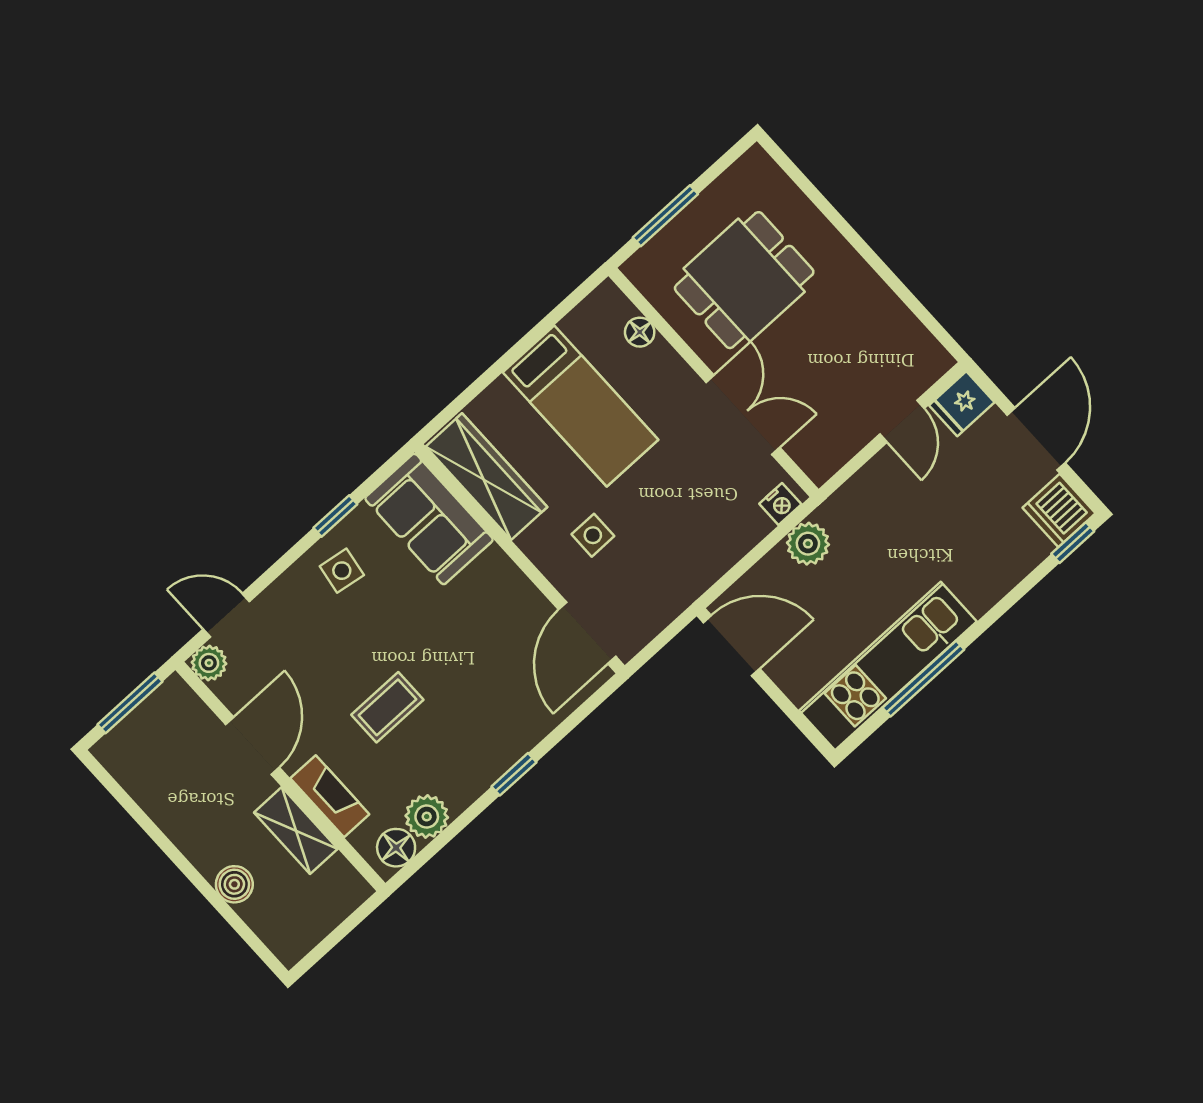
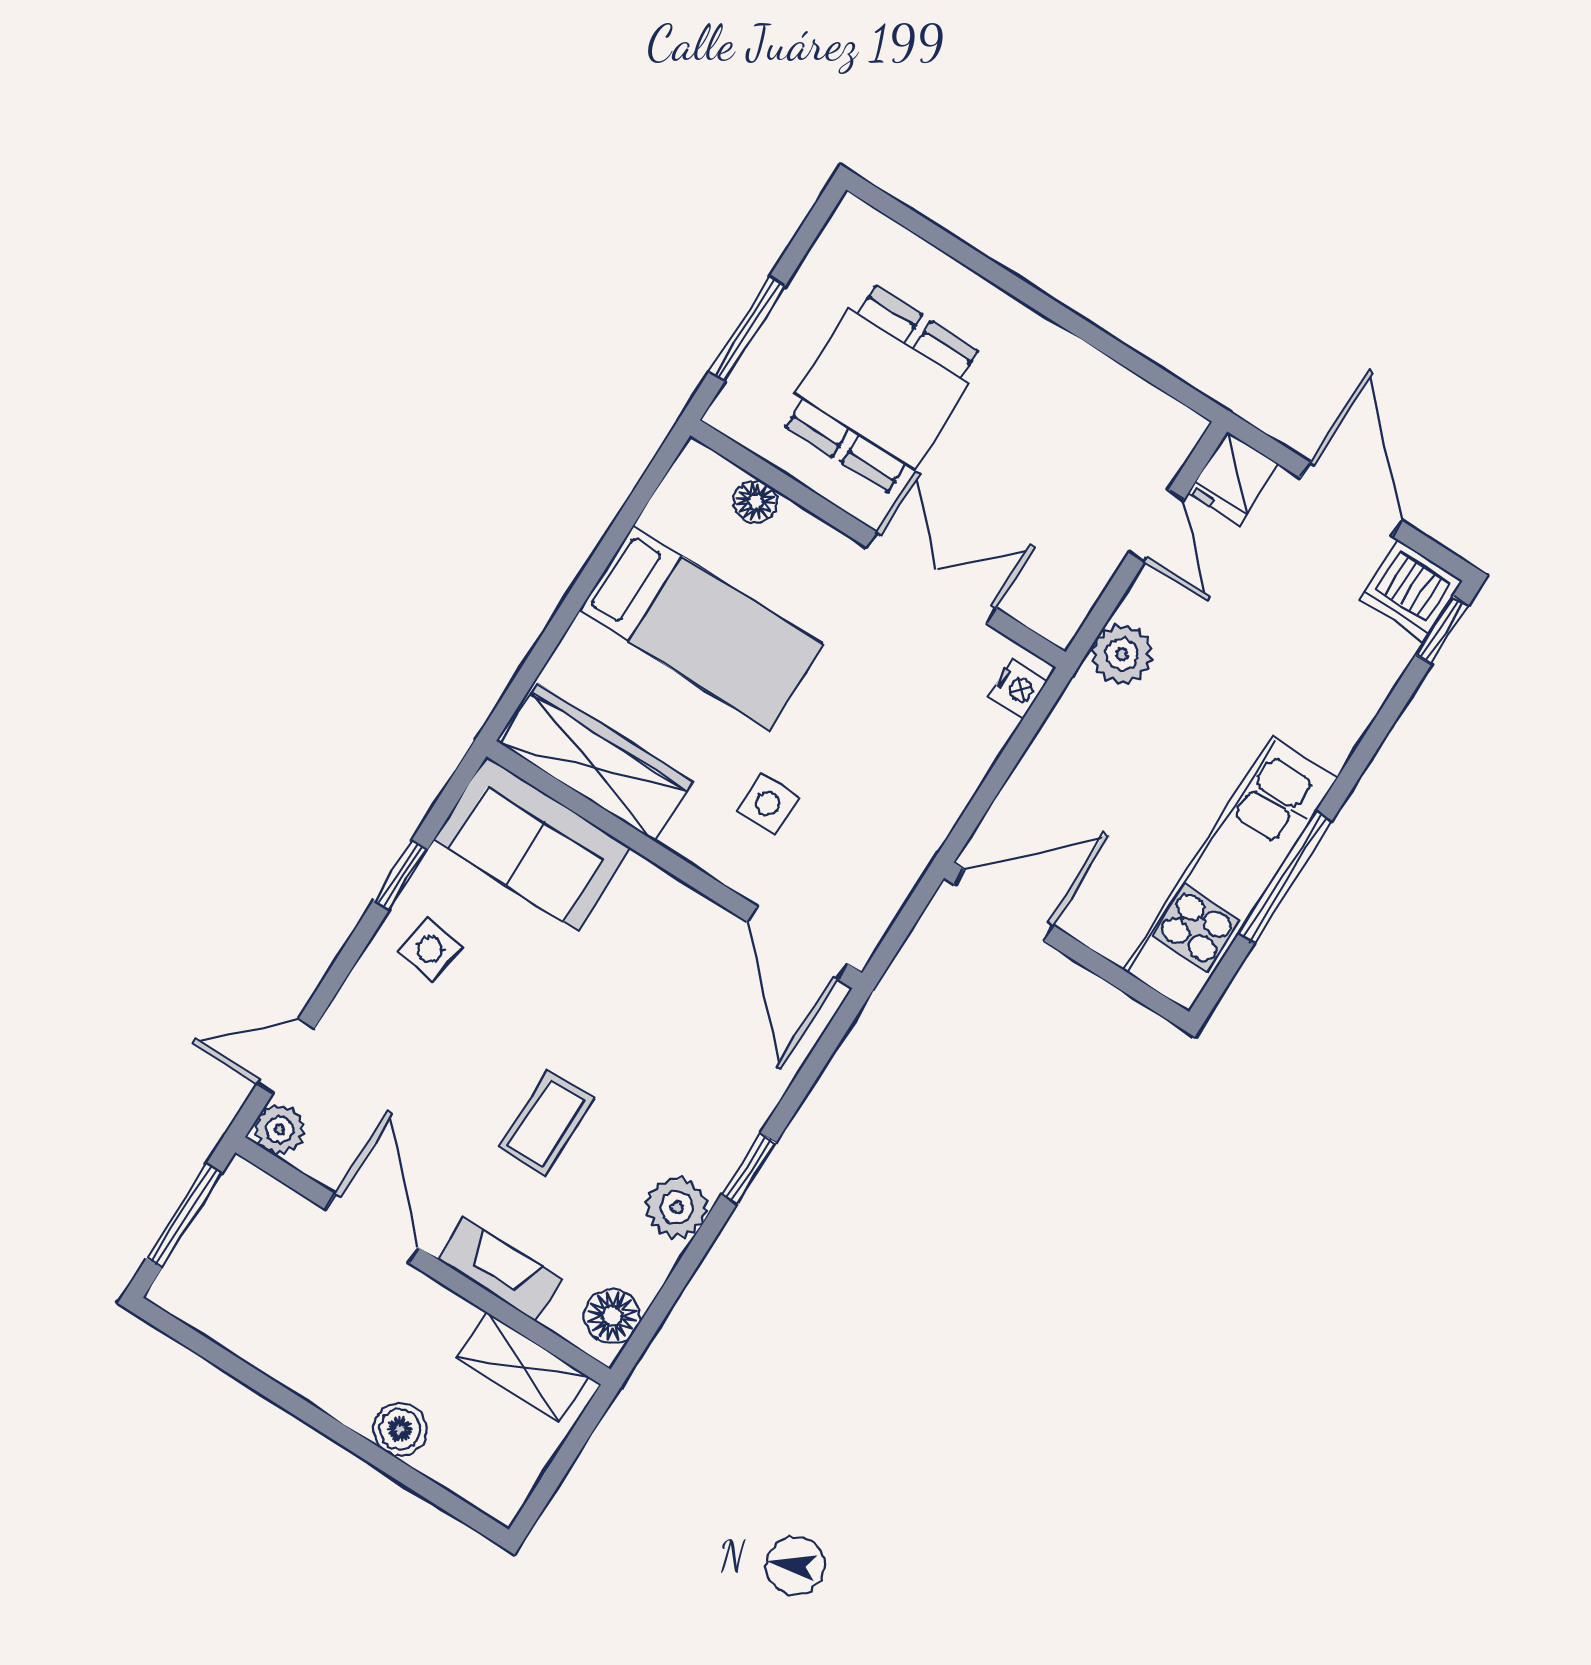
plant: (808, 544) -> (1122, 654), moved
plant: (427, 817) -> (677, 1207), moved
shelving: (296, 831) -> (523, 1367), moved

